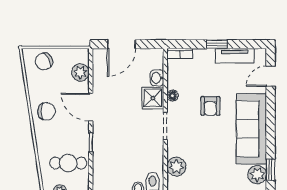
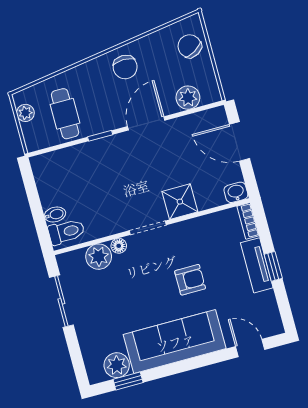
tv unit: (235, 56) -> (257, 265), moved
washbasin: (157, 78) -> (236, 192), moved
floor lamp: (173, 96) -> (119, 246), moved
armchair: (210, 106) -> (190, 280), turned 180

